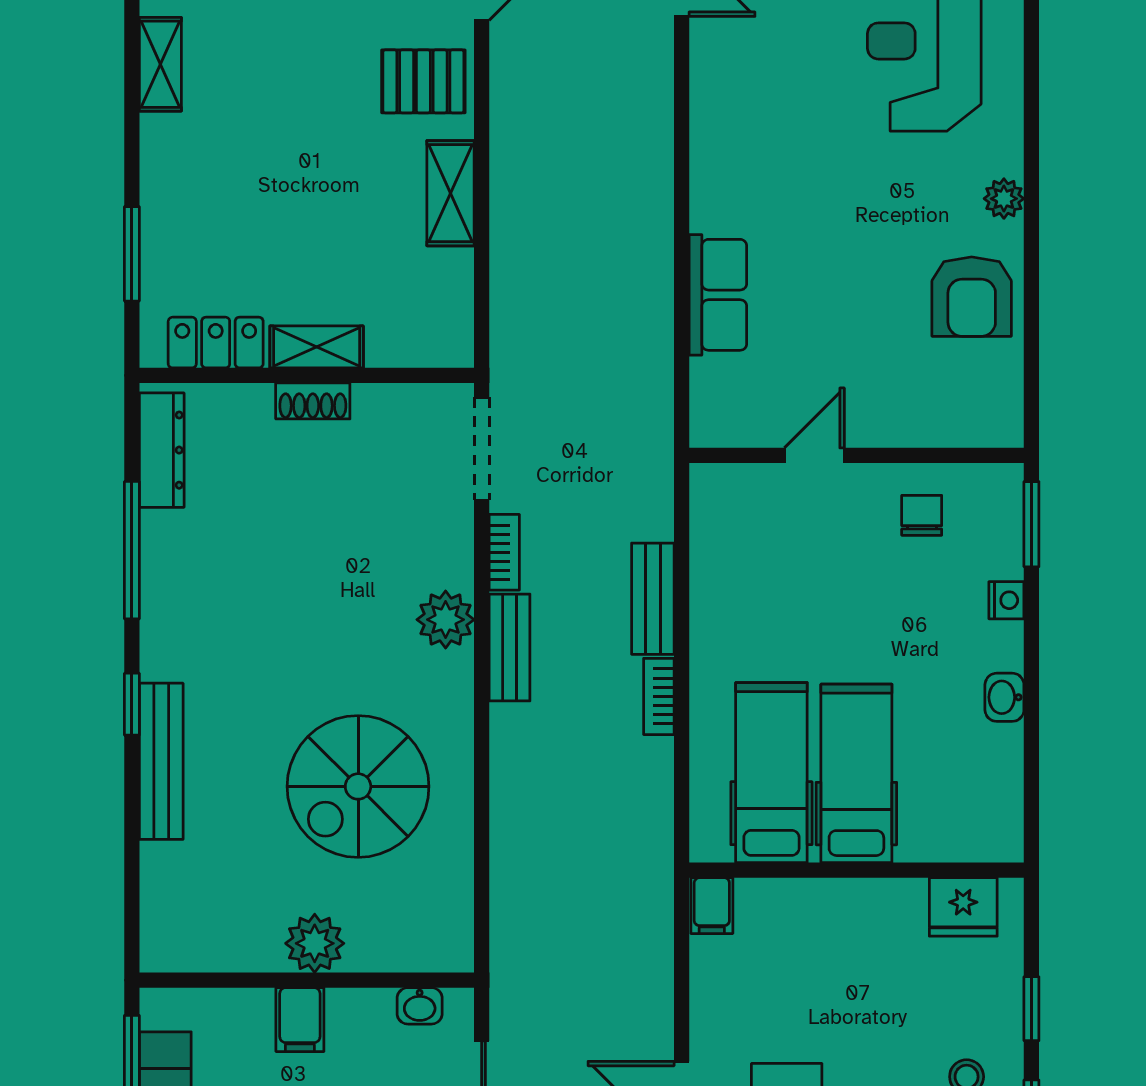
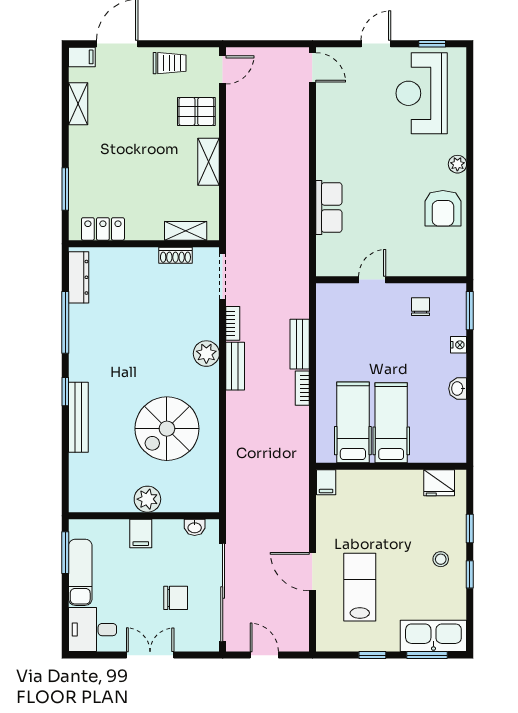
shelving: (317, 347) -> (186, 231), moved
shoe rack: (313, 401) -> (175, 255), moved

